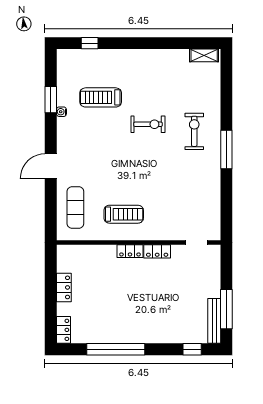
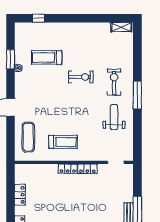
weight bench: (194, 180) -> (114, 117), added

